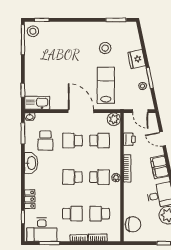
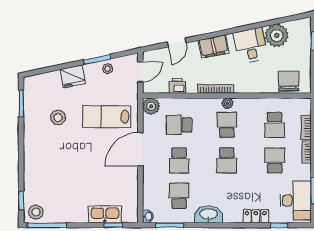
kitchen sink: (37, 103) -> (105, 214), moved, turned 90
school desk: (45, 141) -> (179, 196), turned -90
school desk: (100, 141) -> (179, 125), turned -90

